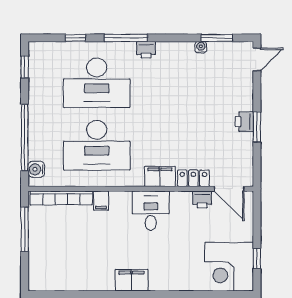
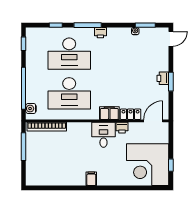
door: (229, 189) -> (153, 121), swing flipped
printer: (202, 199) -> (122, 128), moved
filing cabinet: (101, 201) -> (72, 128), removed
corner desk: (229, 267) -> (148, 165), width x1.36, depth x1.36
filing cabinet: (132, 280) -> (91, 179), width x0.50

